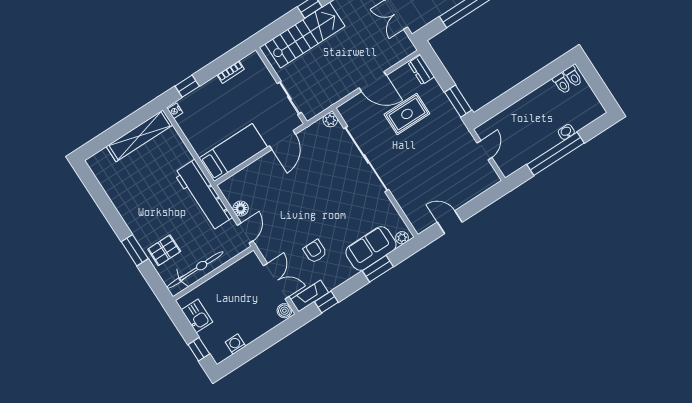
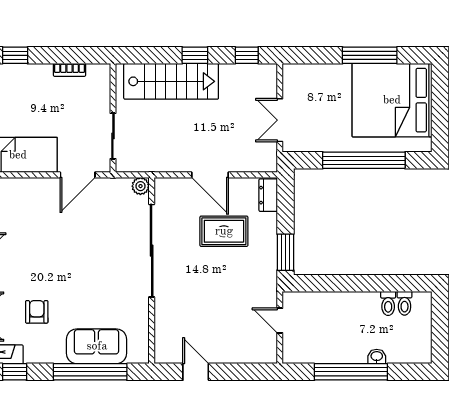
toilet: (573, 76) -> (388, 303), moved
door: (484, 150) -> (280, 321), swing flipped
plant: (402, 238) -> (136, 356), removed
window: (378, 269) -> (90, 372), width x2.11

